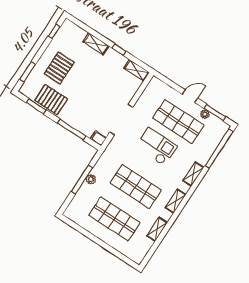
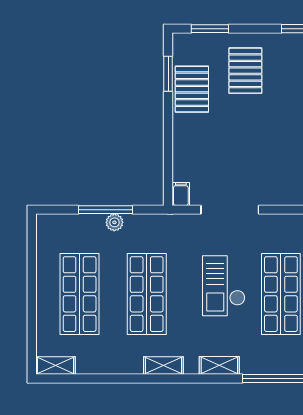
pallet: (59, 68) -> (245, 71), turned 90
window: (72, 130) -> (168, 147), removed
checkout: (156, 147) -> (224, 286), turned 180
shelving: (157, 229) -> (56, 366), moved

